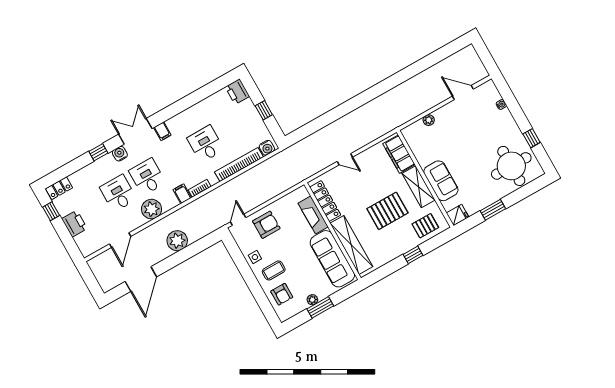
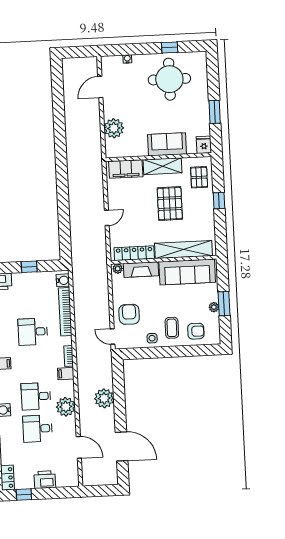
plant: (429, 120) -> (114, 128), width x1.88, depth x1.88
round table: (511, 166) -> (169, 79), moved
plant: (303, 193) -> (118, 269), added

